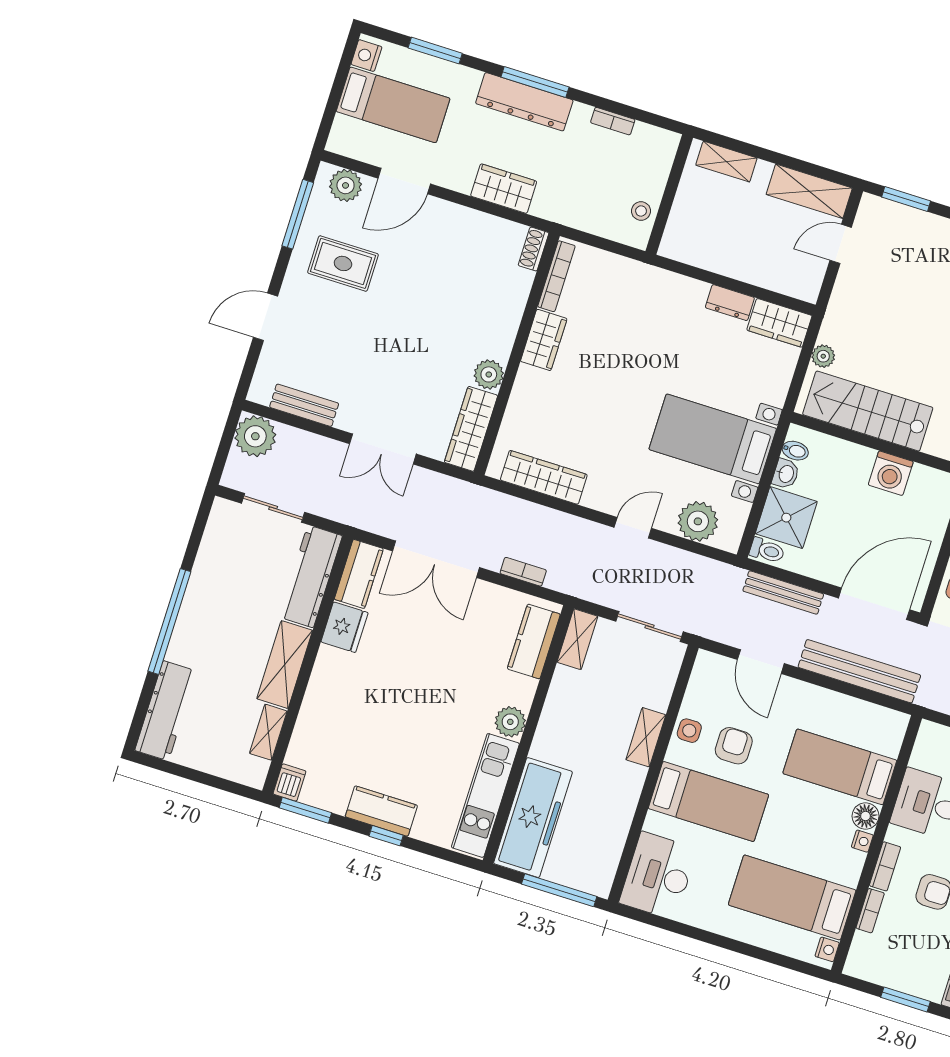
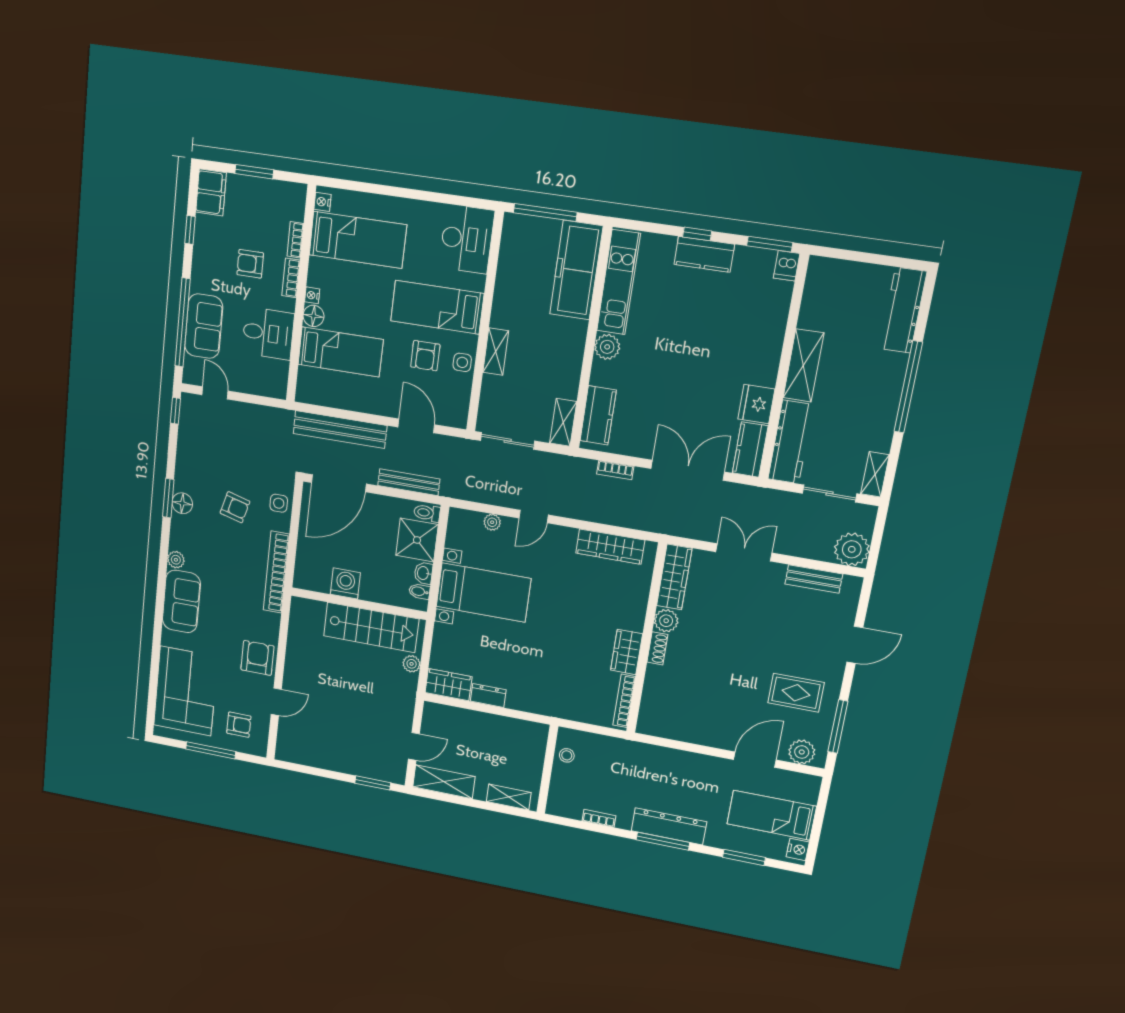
wardrobe: (504, 189) -> (675, 762), removed
shoe rack: (534, 249) -> (657, 648), moved
plant: (698, 521) -> (492, 522), width x0.53, depth x0.53
shelving: (268, 732) -> (875, 474), moved

